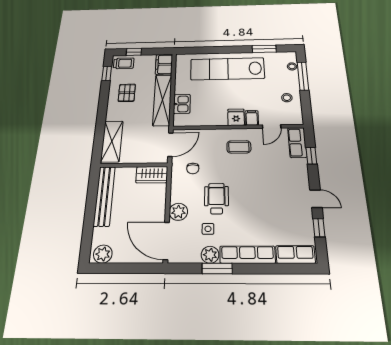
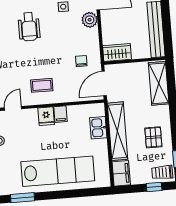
filing cabinet: (252, 118) -> (60, 114), moved
wheelchair: (216, 199) -> (29, 27), moved

